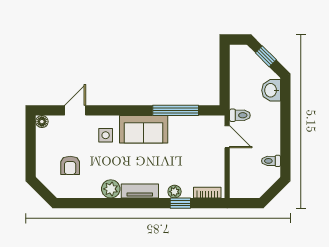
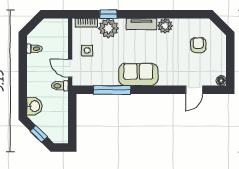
side table: (106, 135) -> (87, 51), moved
plant: (175, 192) -> (108, 28), width x1.88, depth x1.88

